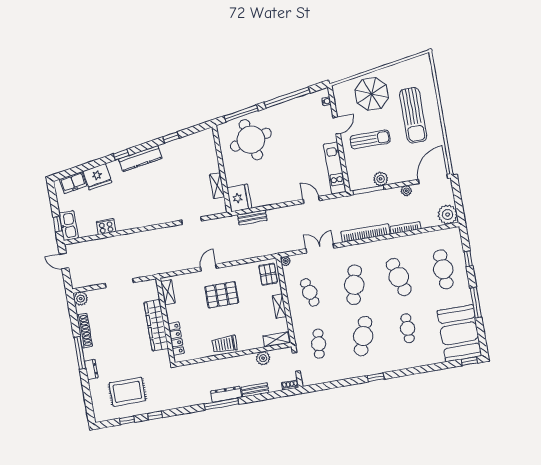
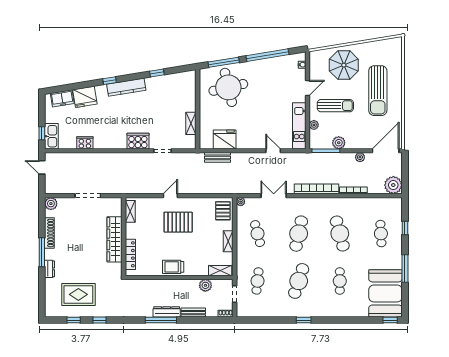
plant: (350, 164) -> (314, 125), added
fridge: (239, 198) -> (225, 140), moved, turned -90
cooker: (163, 215) -> (138, 141), added
cafe table: (443, 269) -> (381, 234), width x0.73, depth x0.74

